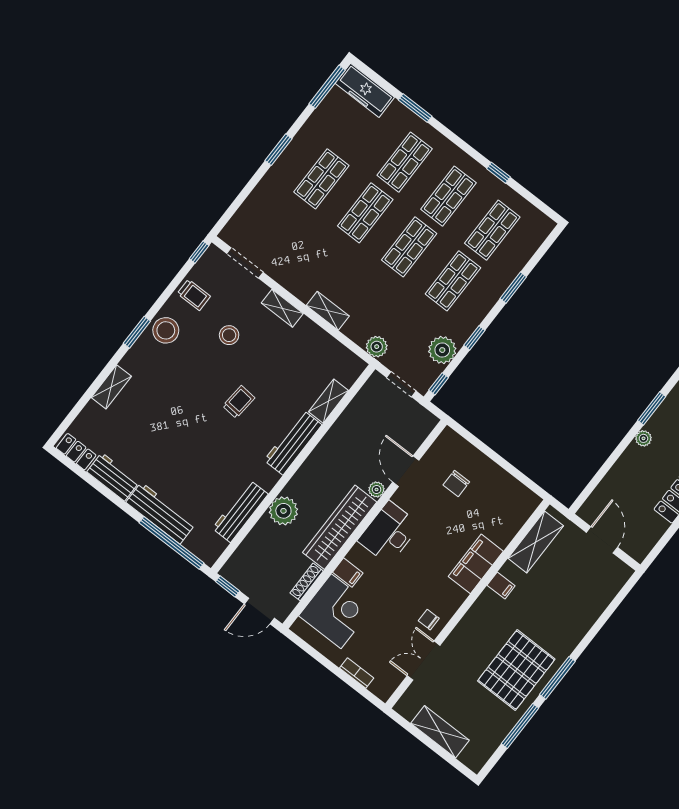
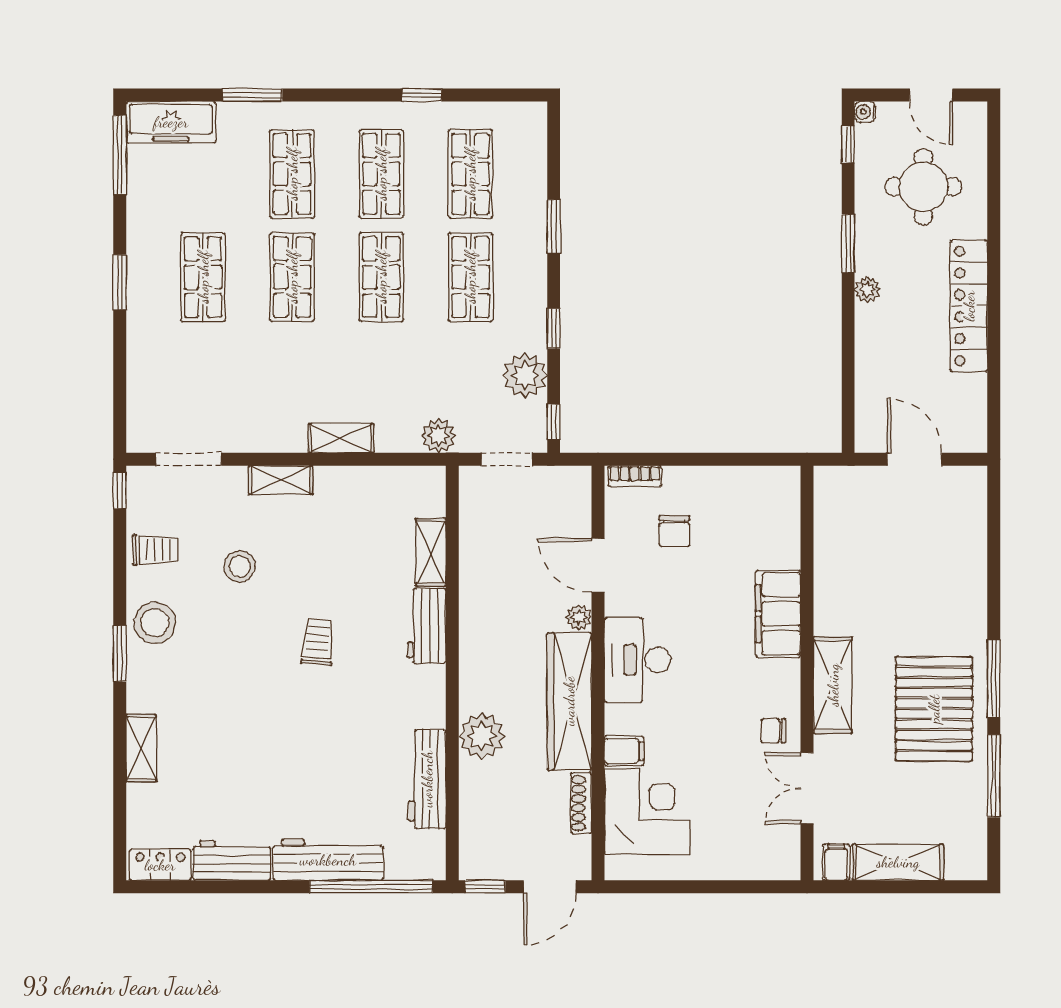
workbench: (293, 443) -> (427, 626), width x0.73
shelving: (536, 542) -> (833, 685), moved
filing cabinet: (501, 586) -> (836, 862), moved, turned -90
bookcase: (357, 673) -> (635, 476), moved, turned 180

